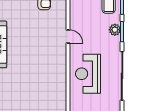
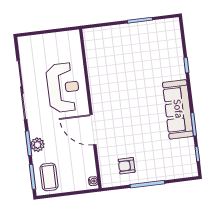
door: (68, 36) -> (93, 130), width x1.88

